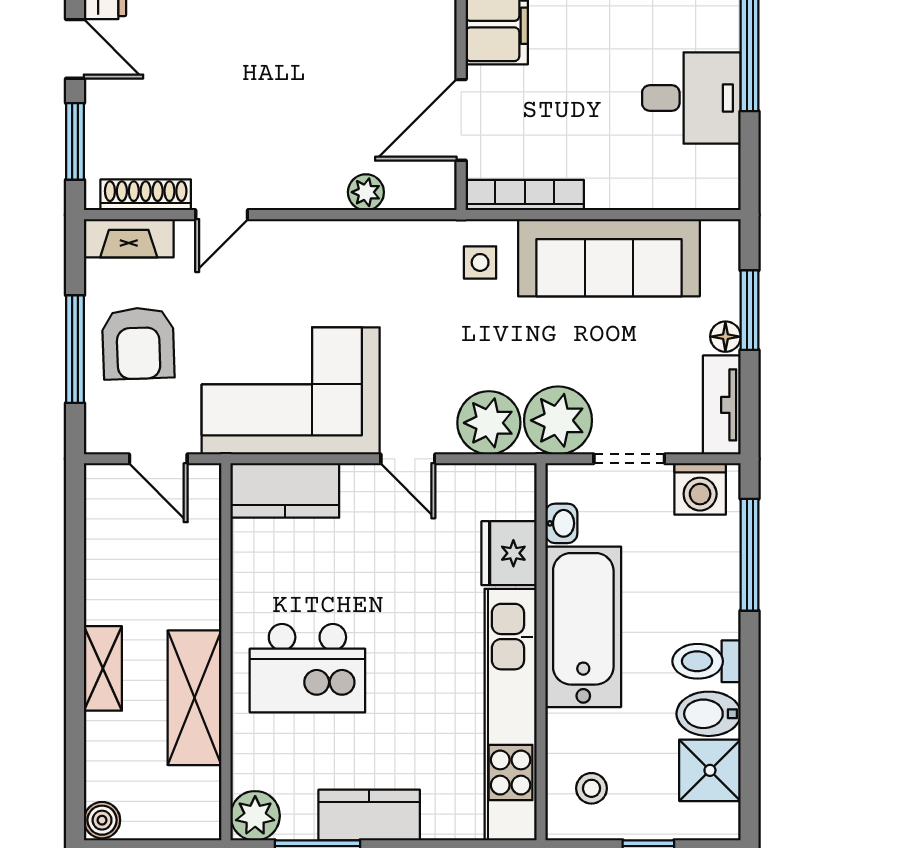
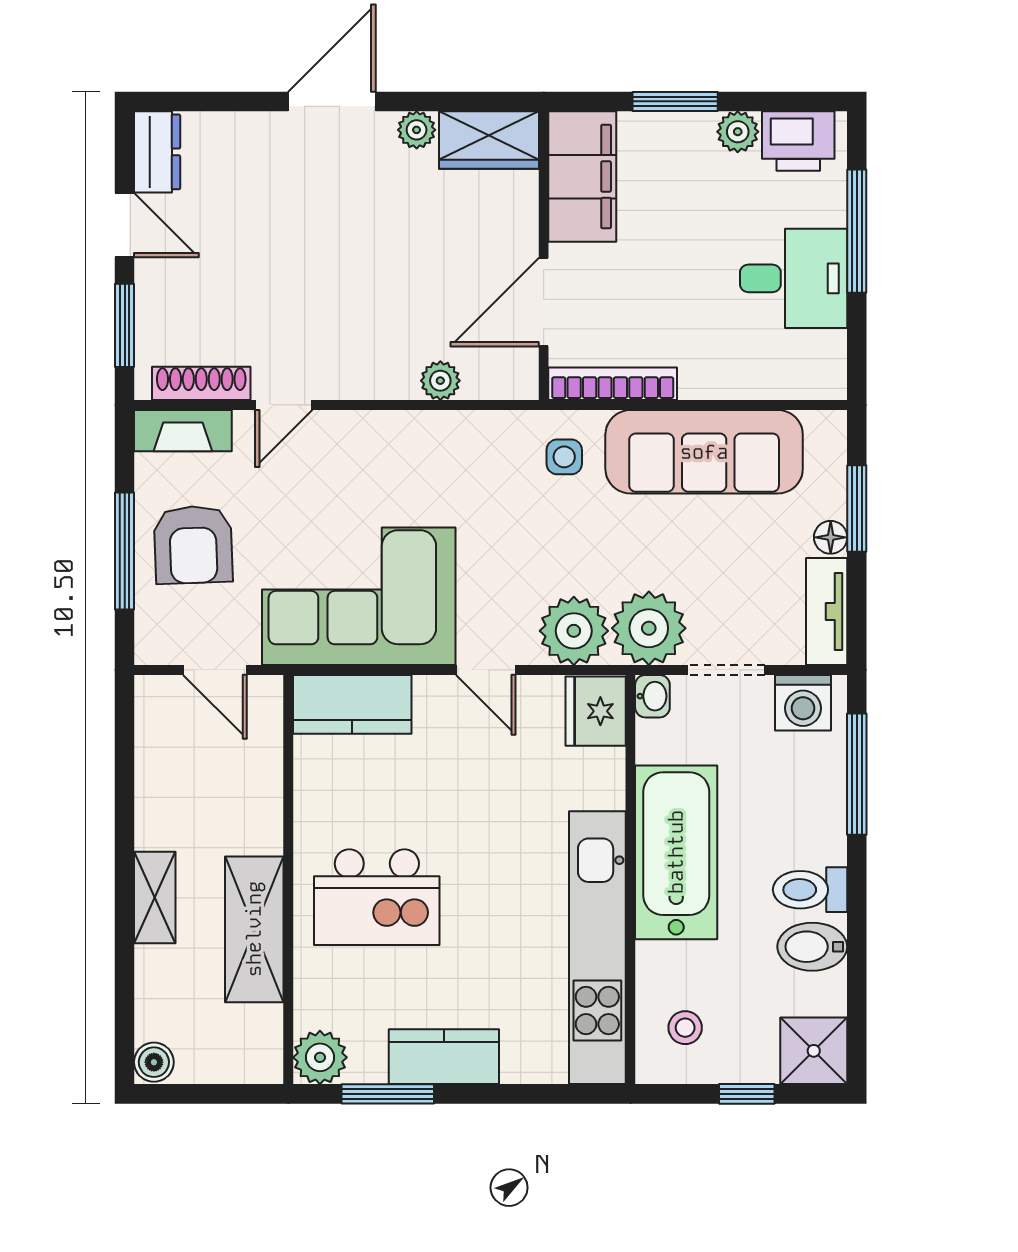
washbasin: (561, 523) -> (652, 696), moved
fridge: (509, 553) -> (596, 711), moved
shower: (710, 770) -> (814, 1051), moved

